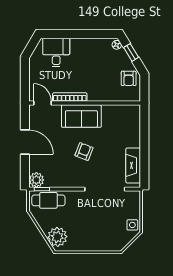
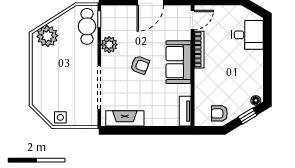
tv unit: (127, 110) -> (185, 111), added
plant: (36, 180) -> (109, 45), moved

